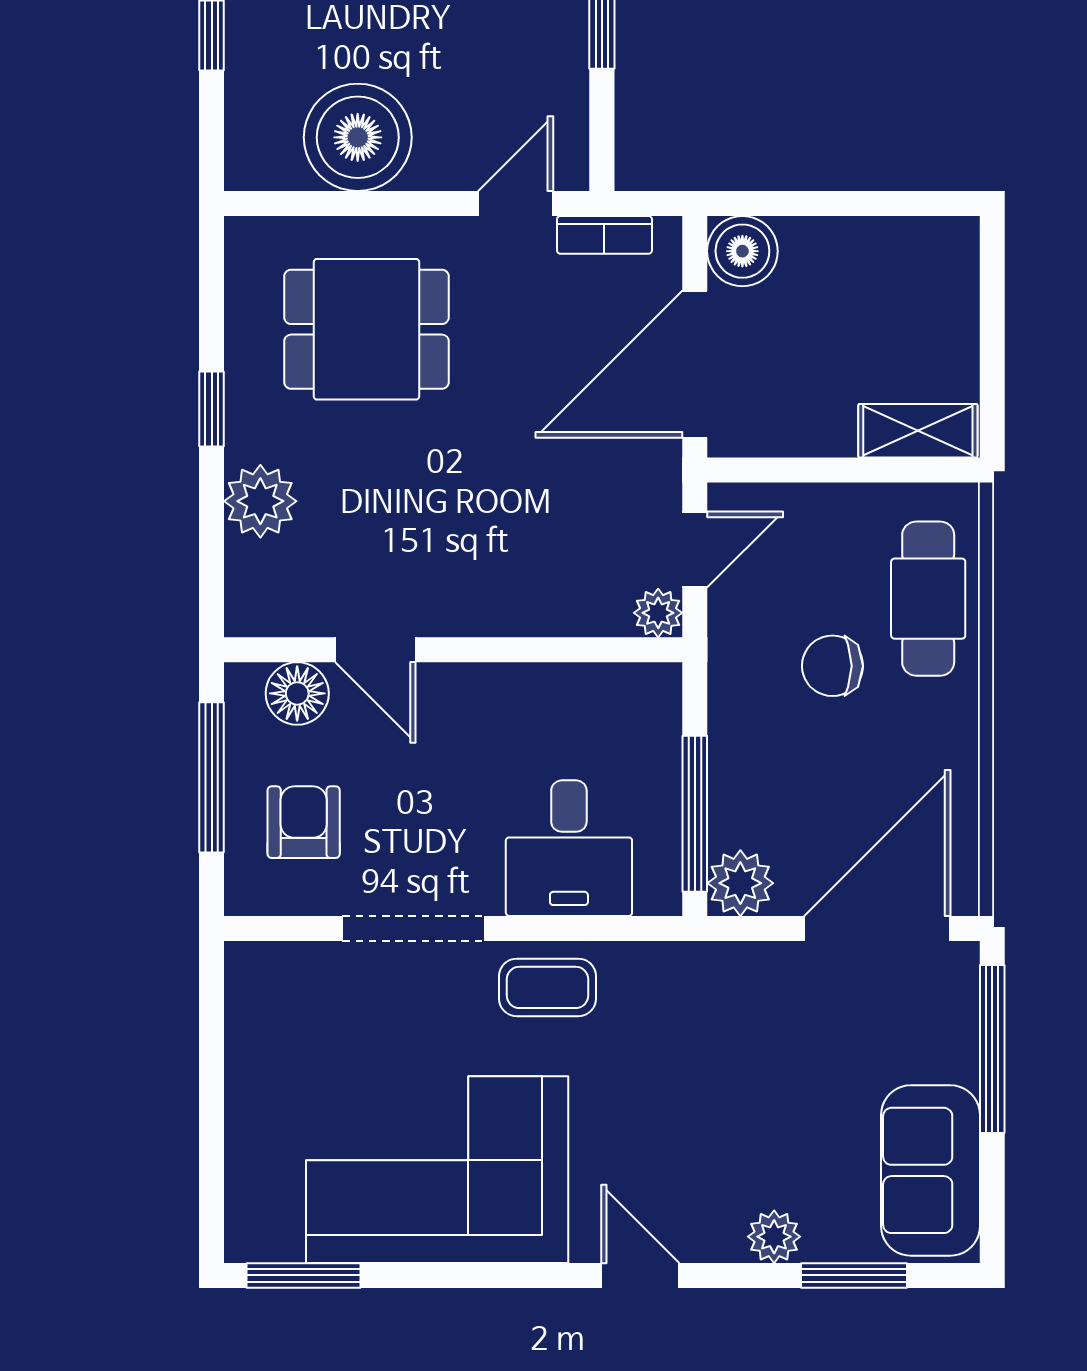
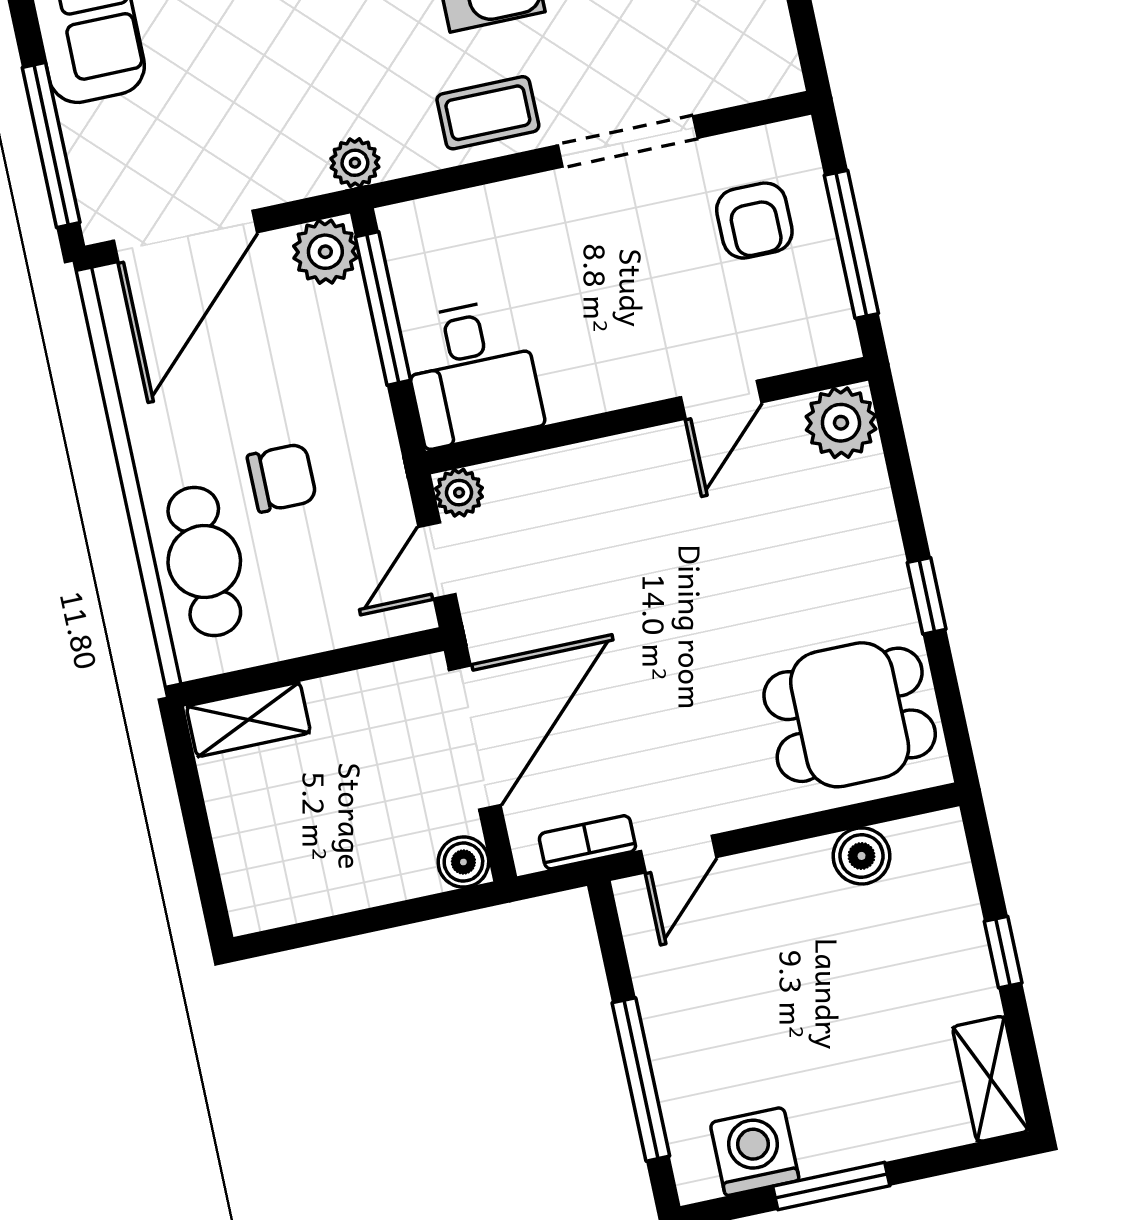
boiler: (358, 137) -> (862, 856), width x0.54, depth x0.54
boiler: (742, 251) -> (463, 862), width x0.73, depth x0.73
dining table: (366, 329) -> (850, 715), moved
plant: (260, 501) -> (841, 423), moved
door: (375, 650) -> (721, 400), swing flipped
floor lamp: (297, 693) -> (787, 342), removed
desk: (569, 848) -> (472, 373), moved, turned 180
plant: (692, 966) -> (355, 163), added

